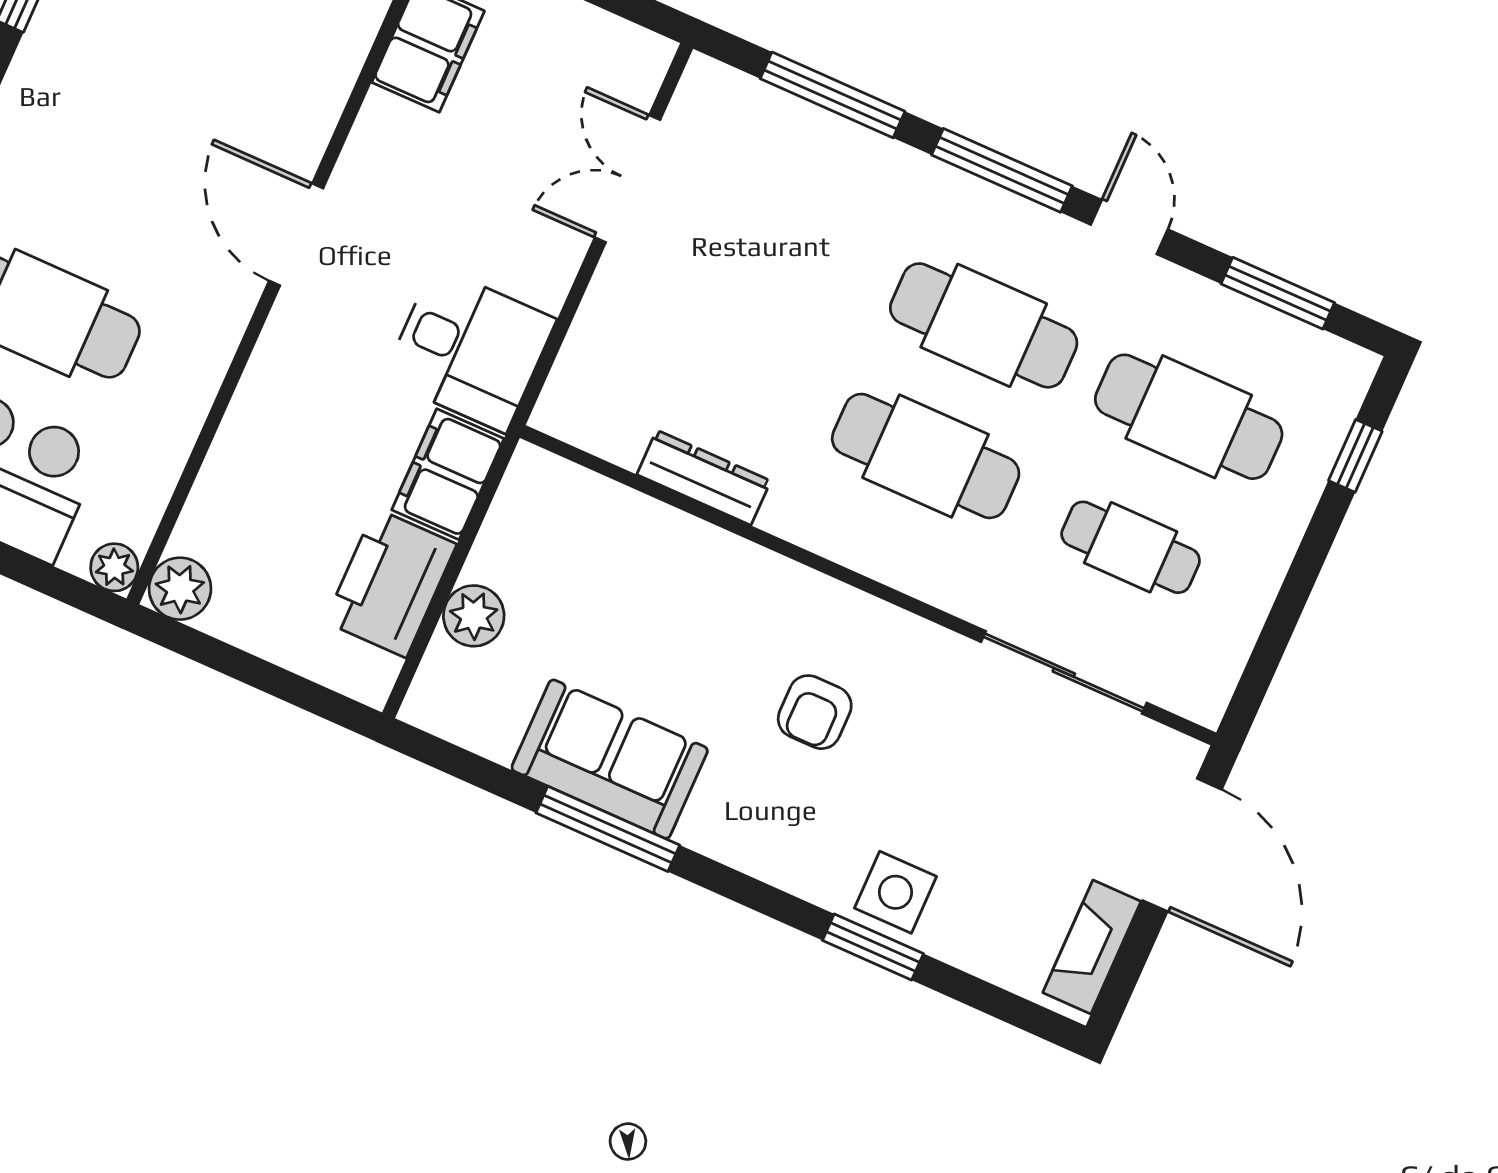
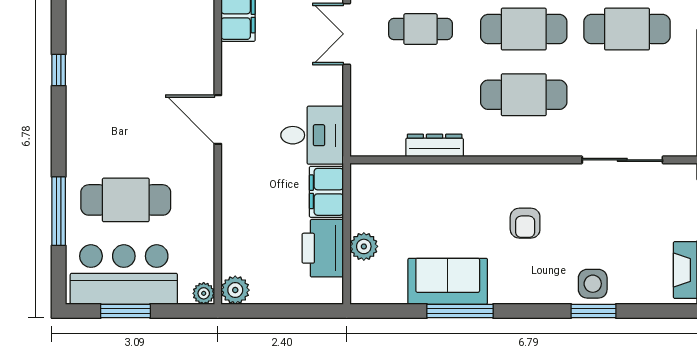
cafe table: (1131, 547) -> (420, 29), moved

